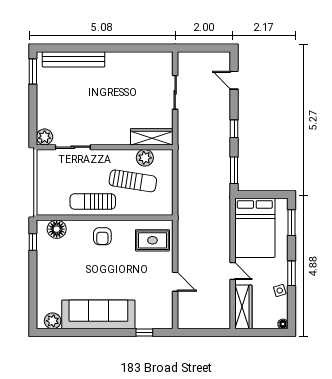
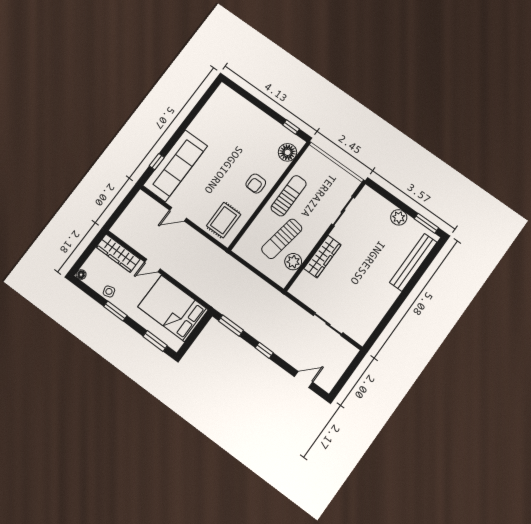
plant: (45, 137) -> (399, 217), moved
wardrobe: (152, 137) -> (322, 257), moved
armchair: (102, 236) -> (256, 184), turned -90
sofa: (98, 314) -> (175, 166), moved
plant: (53, 321) -> (219, 98), removed

